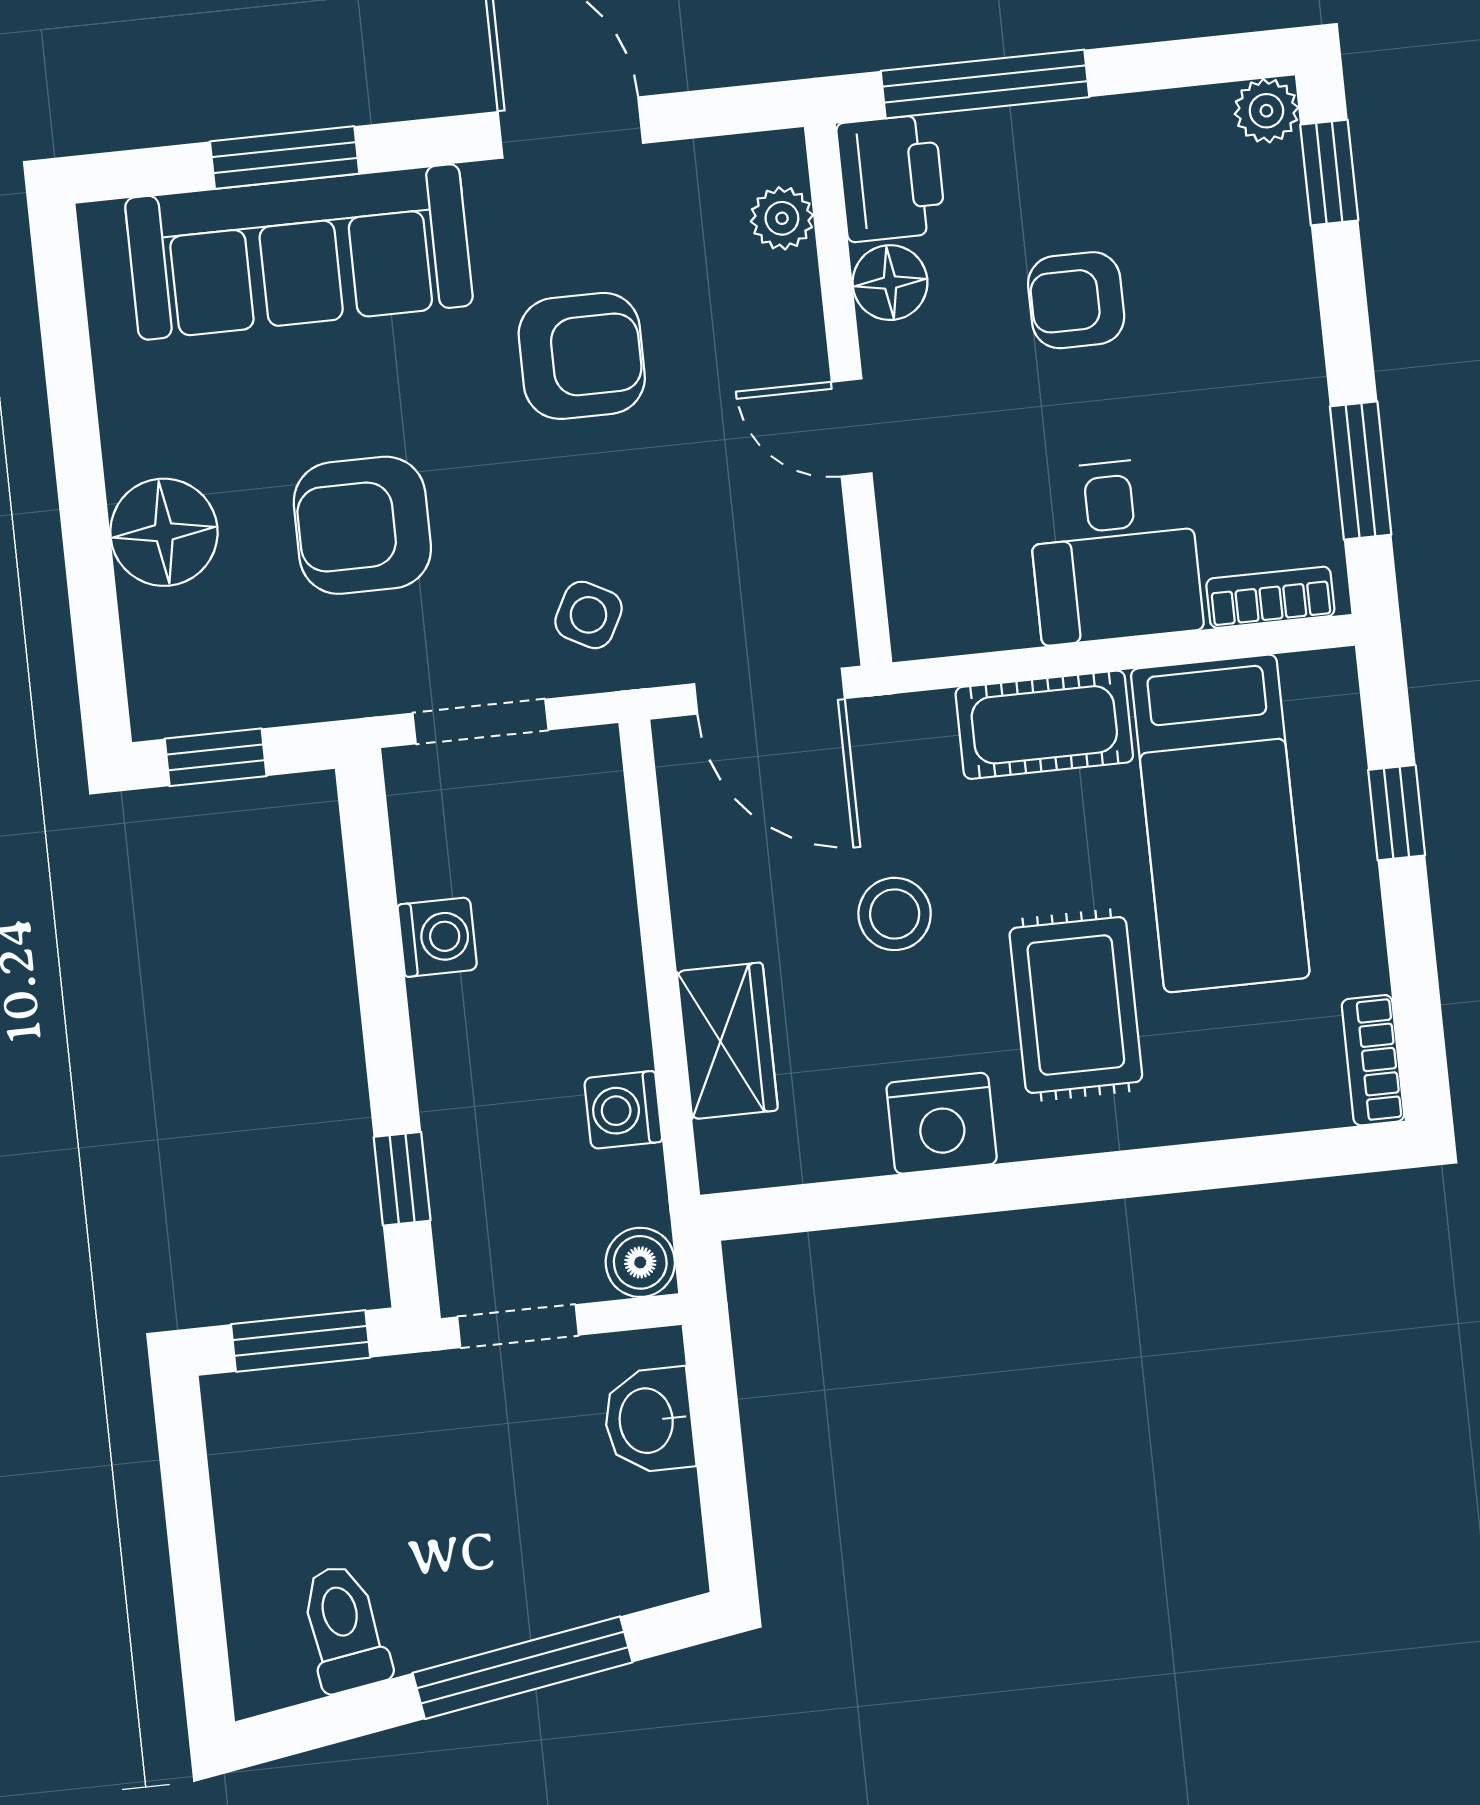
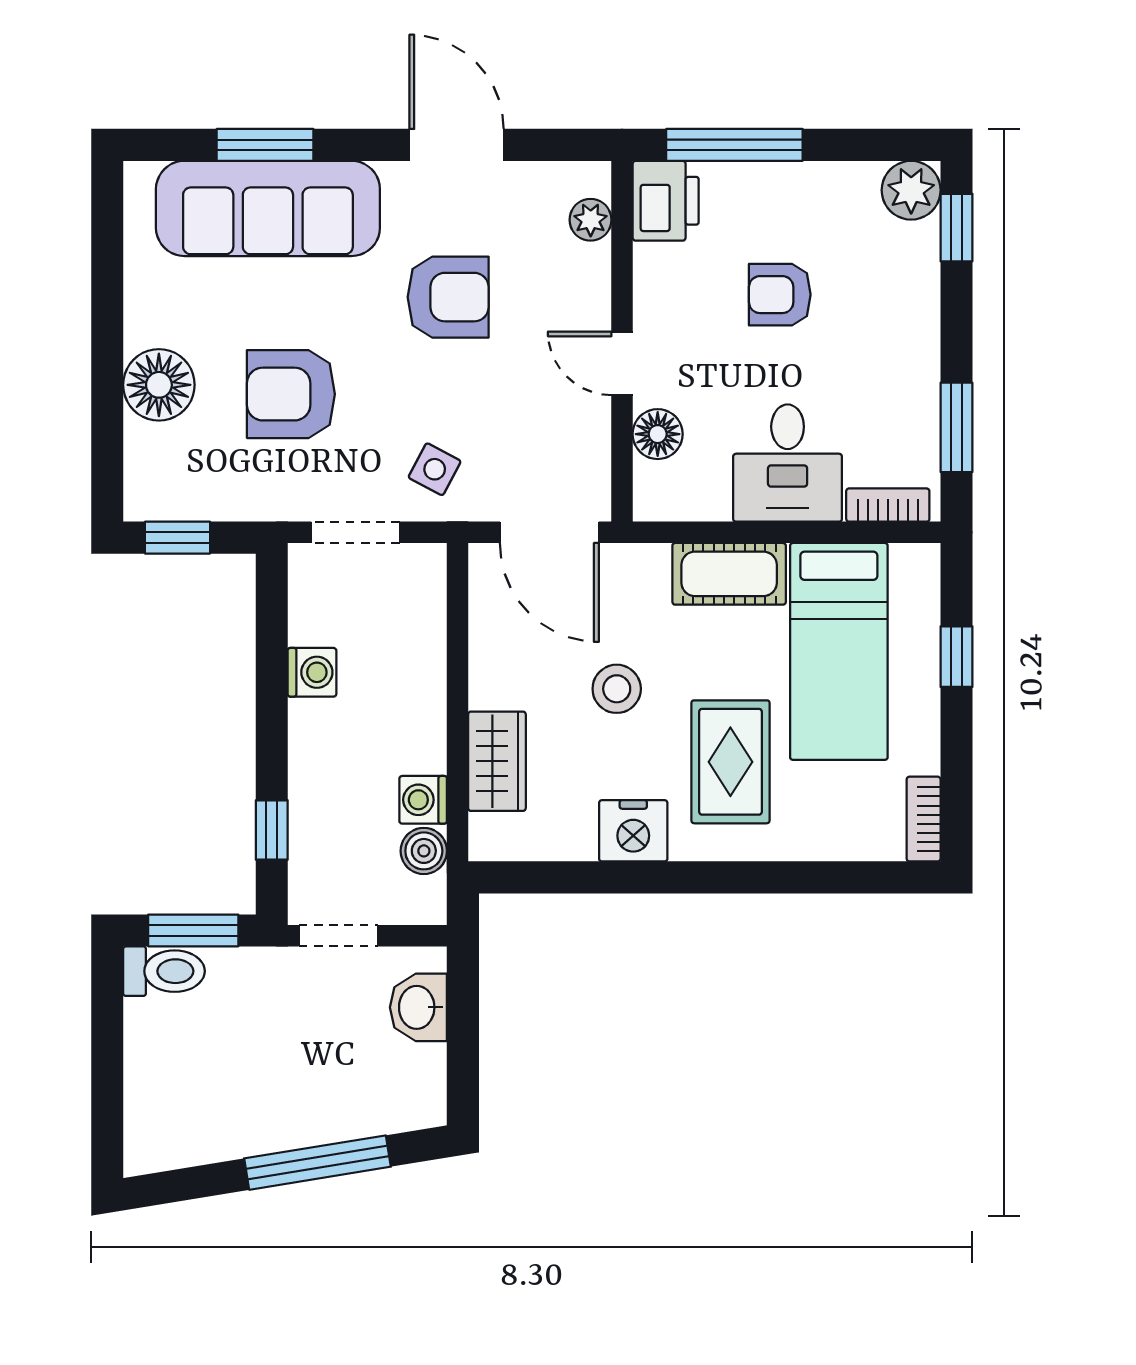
plant: (1266, 111) -> (911, 190), width x1.38, depth x1.38
floor lamp: (890, 283) -> (658, 434), moved
boiler: (640, 1262) -> (424, 851), moved
toilet: (344, 1628) -> (164, 971), moved, turned 99

